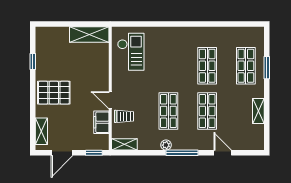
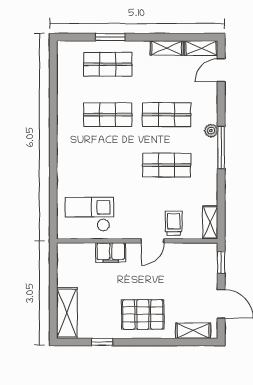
shelving: (89, 34) -> (67, 313), moved
pallet: (54, 93) -> (143, 314), turned 90
filing cabinet: (101, 122) -> (111, 253), moved
shelving: (258, 137) -> (201, 48), added
plant: (166, 145) -> (211, 131), moved
door: (223, 153) -> (221, 70), moved

